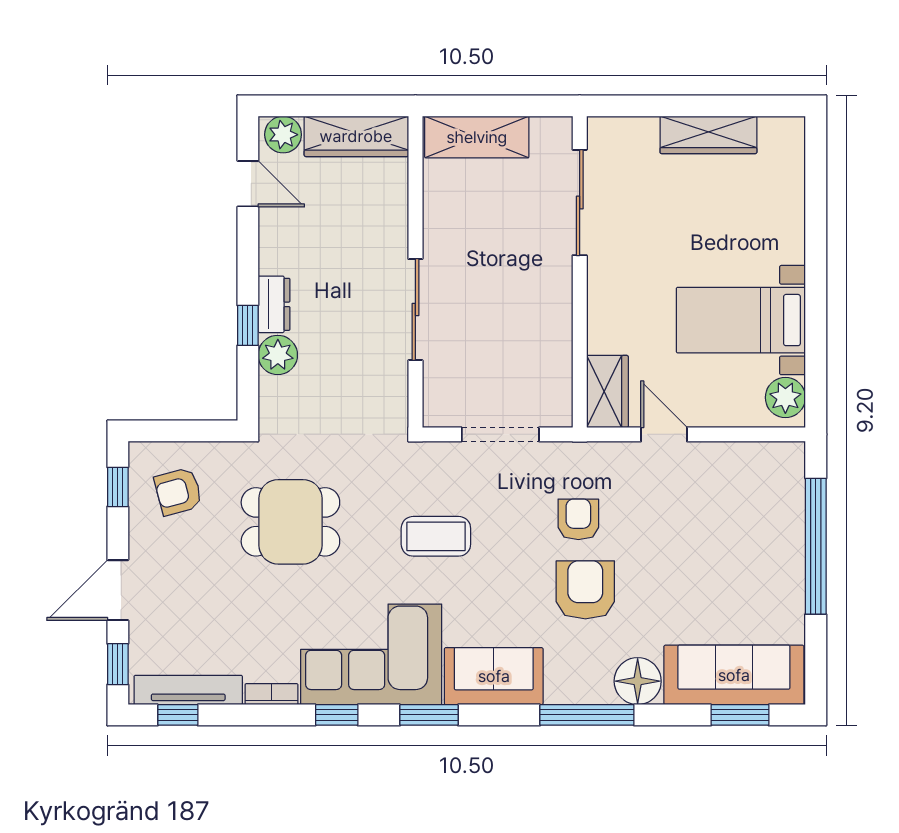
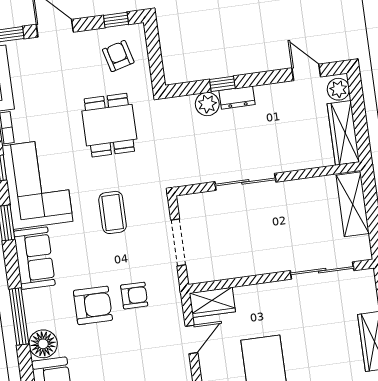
door: (248, 184) -> (306, 72), swing flipped

